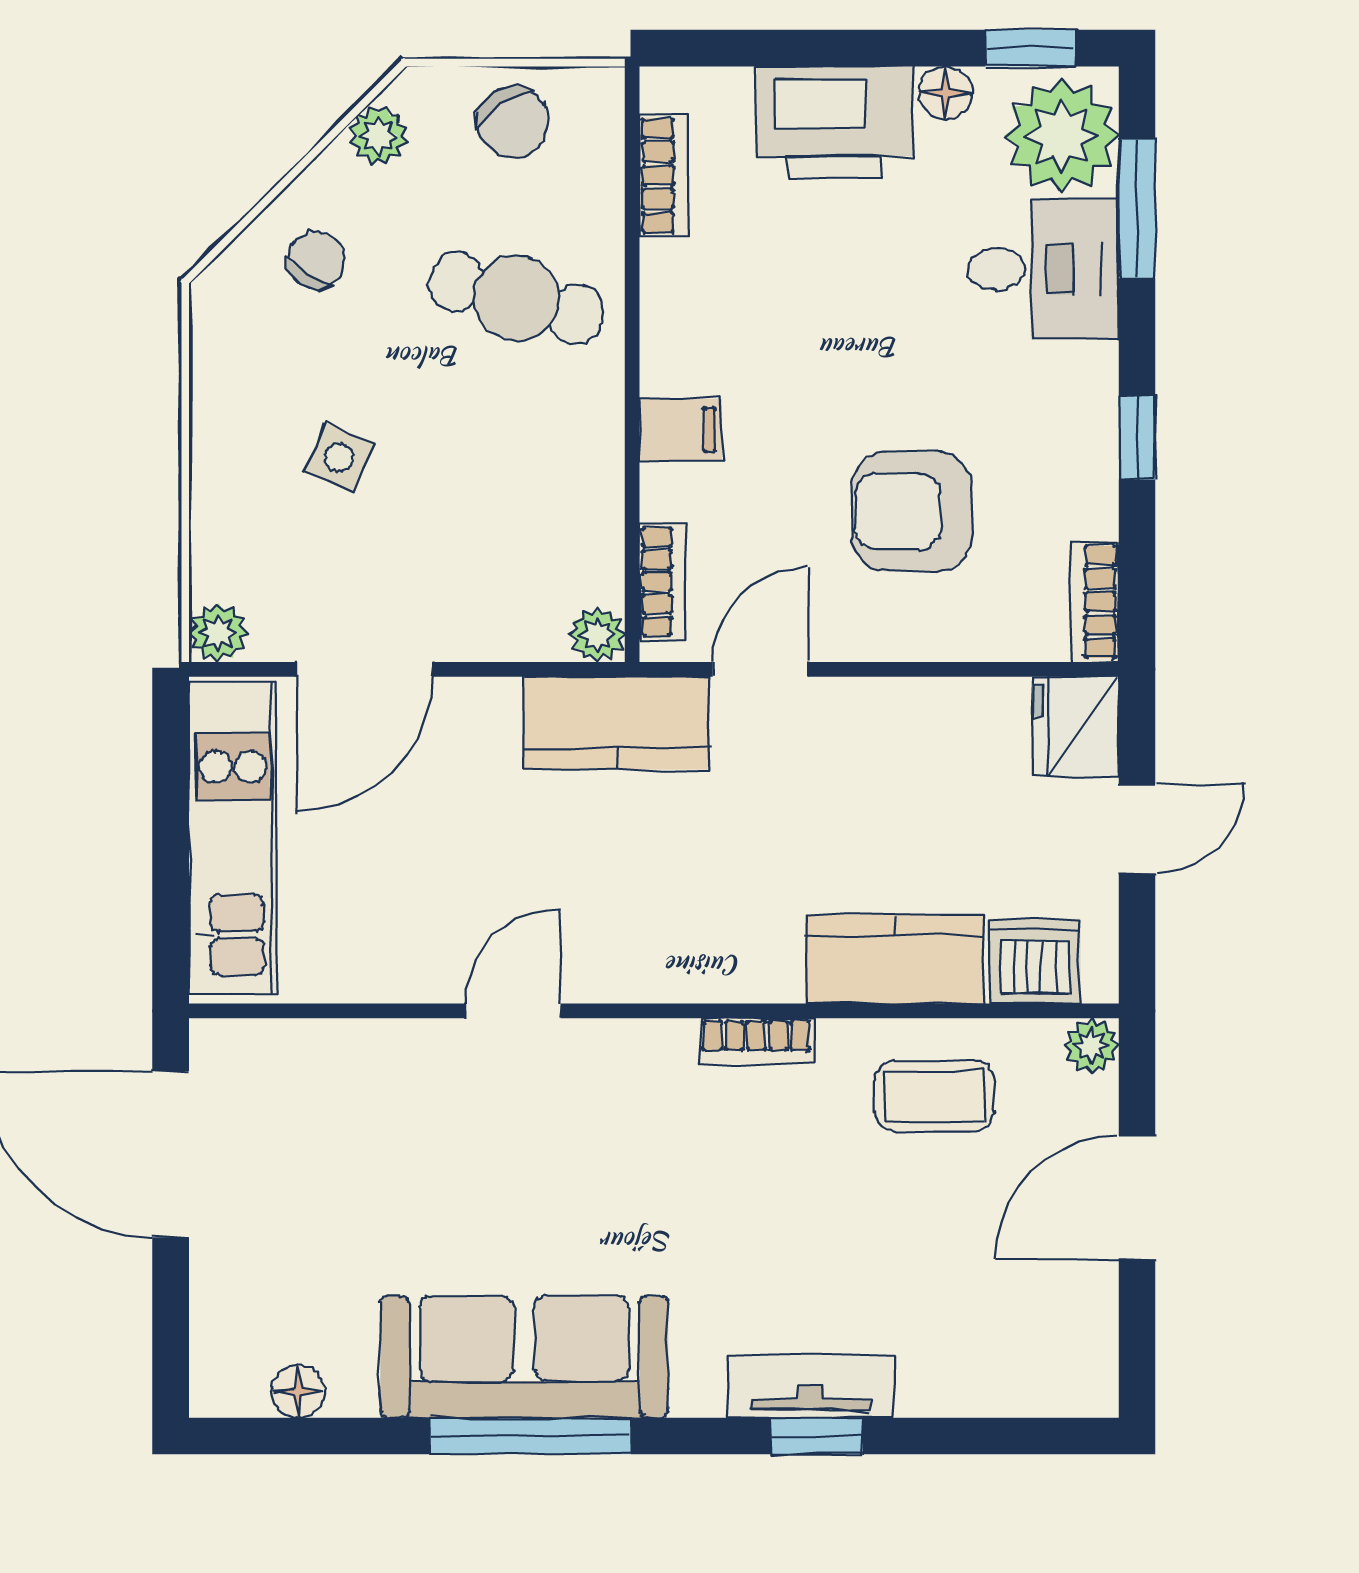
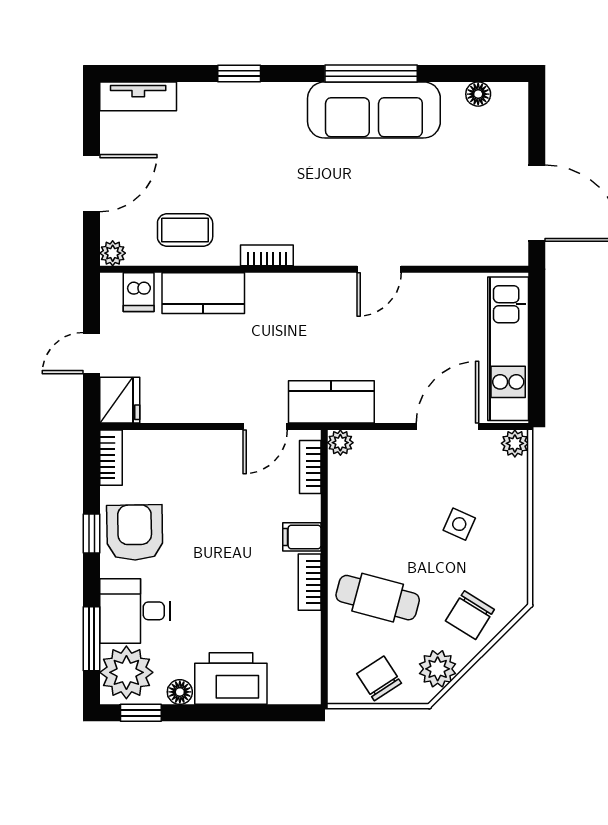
plant: (378, 136) -> (438, 669), width x1.38, depth x1.38
bookcase: (664, 175) -> (310, 582), moved
chair: (316, 260) -> (470, 615), width x1.37, depth x1.37
armchair: (912, 512) -> (135, 532), moved, turned -91
dishwasher: (1035, 961) -> (139, 292), width x0.73
tv unit: (811, 1386) -> (138, 96), moved

